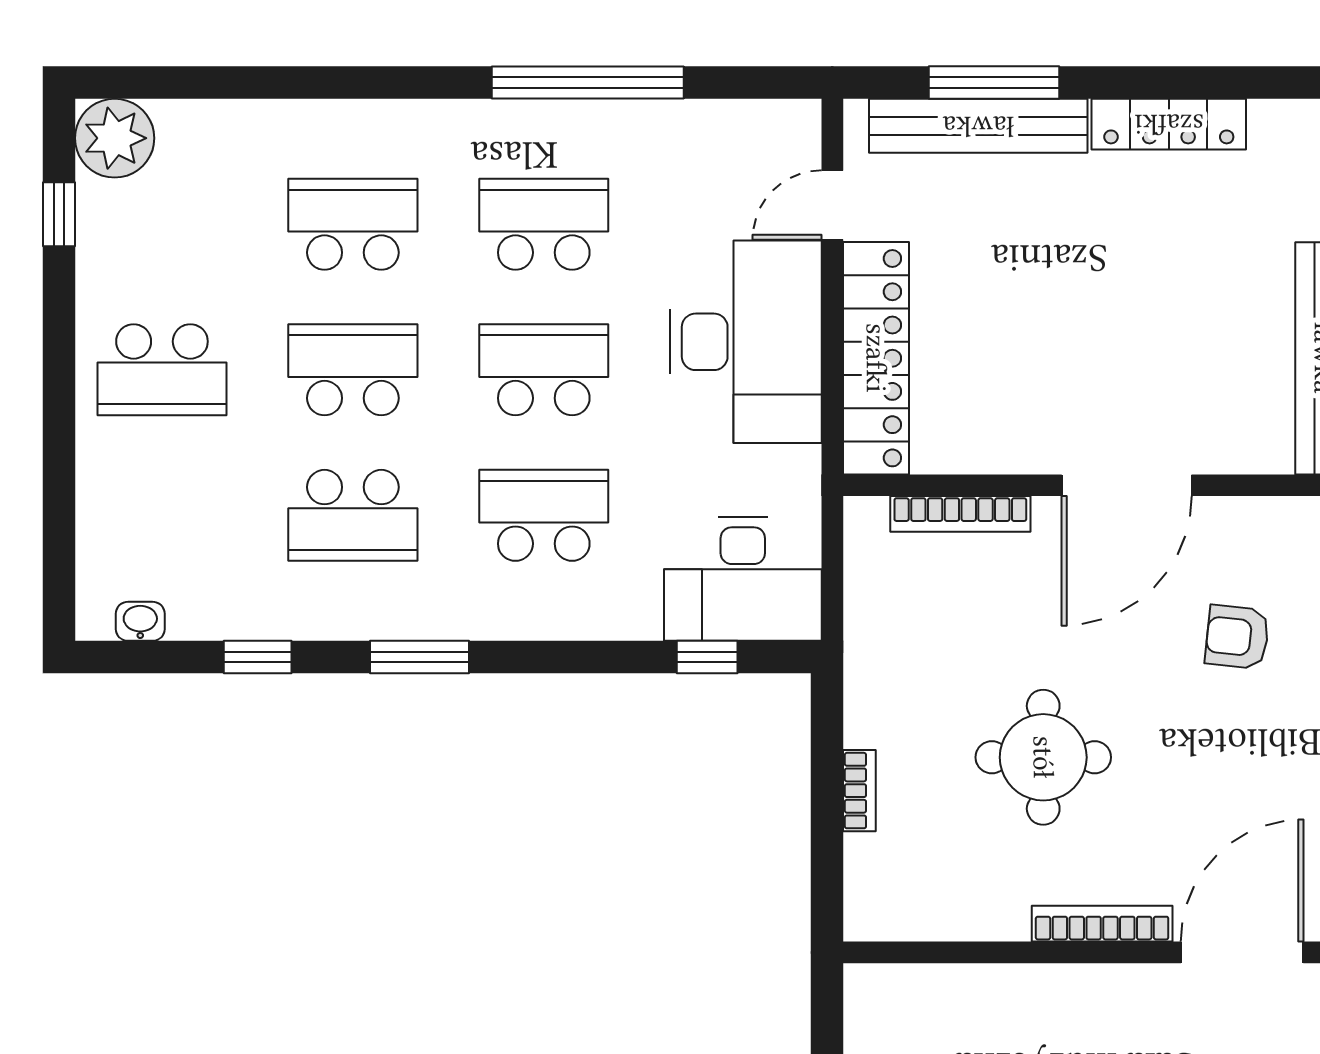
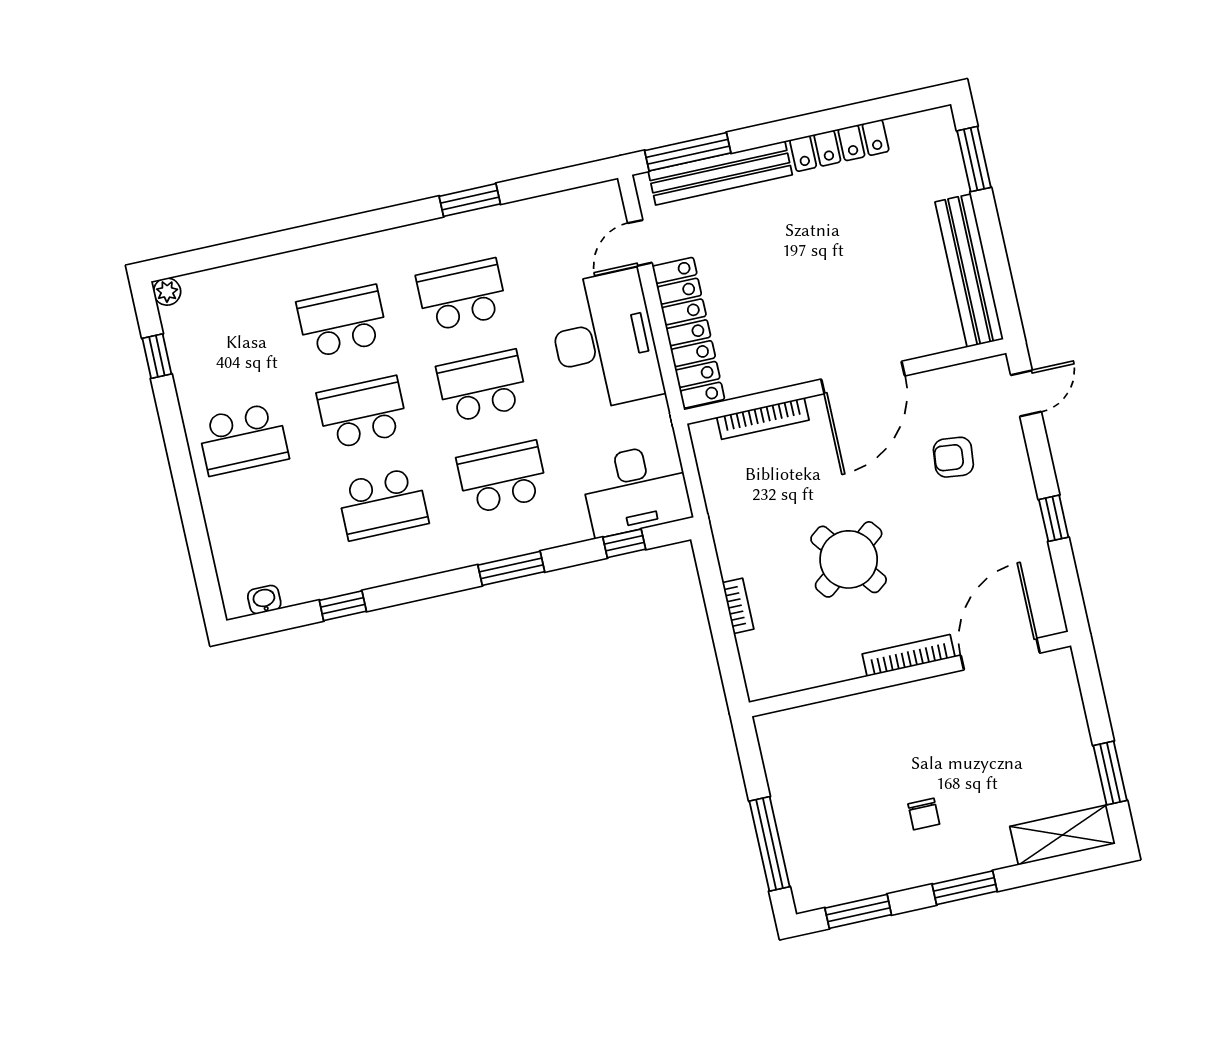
window: (588, 82) -> (470, 200), width x0.47
window: (994, 82) -> (688, 152), moved
plant: (115, 138) -> (167, 292), width x0.53, depth x0.53
window: (419, 657) -> (511, 568), moved
round table: (1043, 757) -> (849, 559), turned -38

